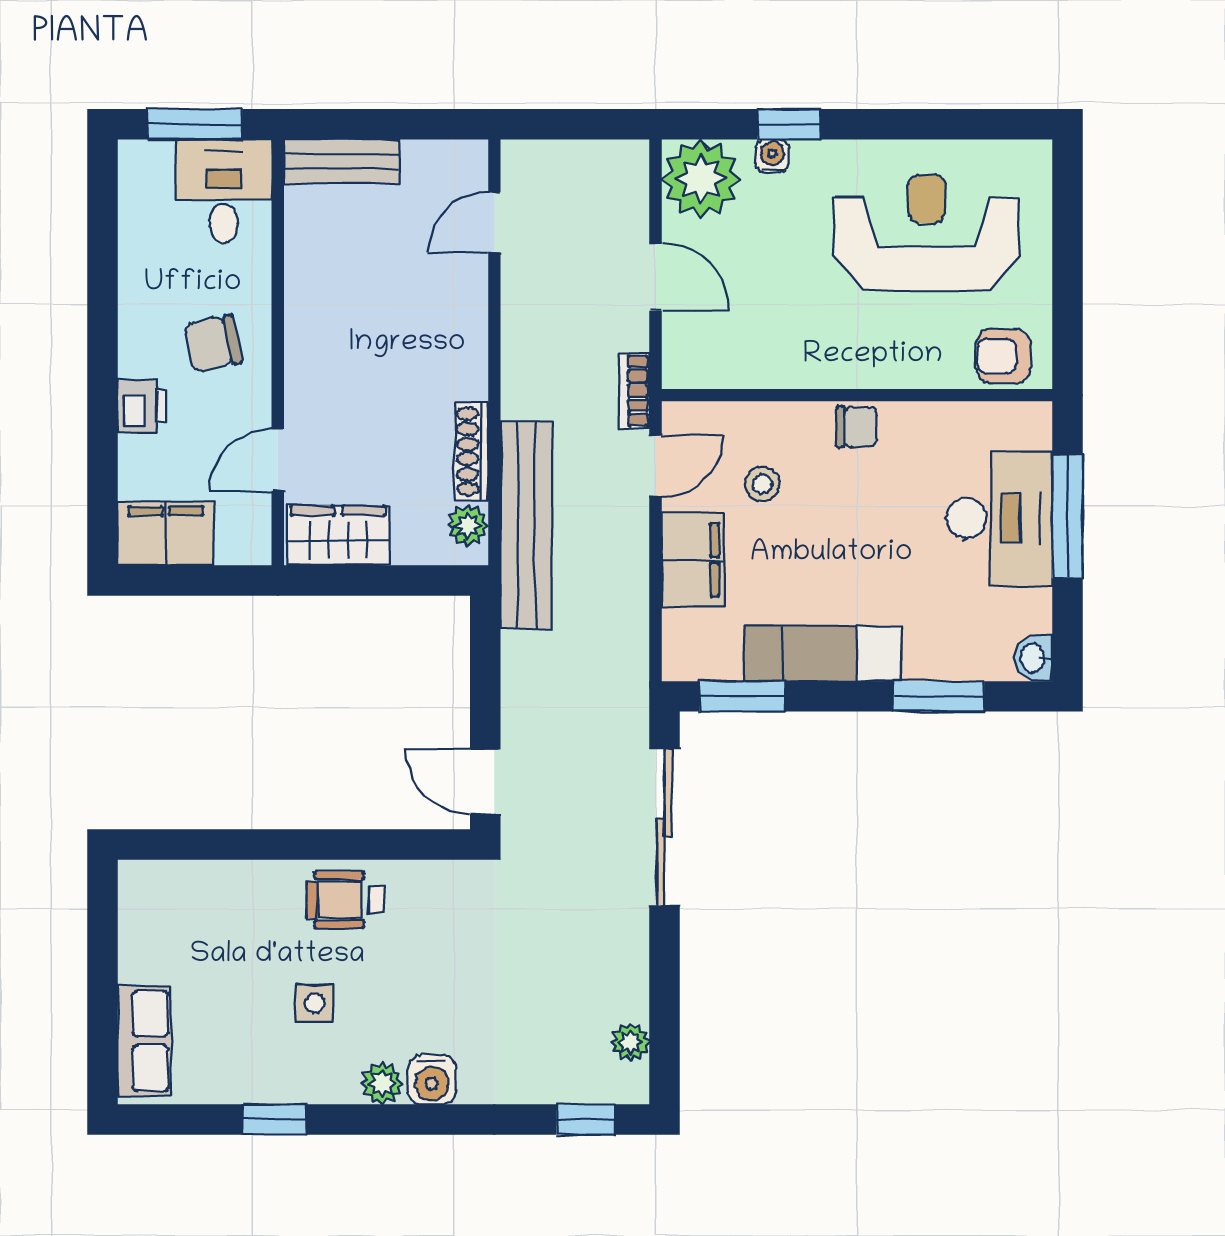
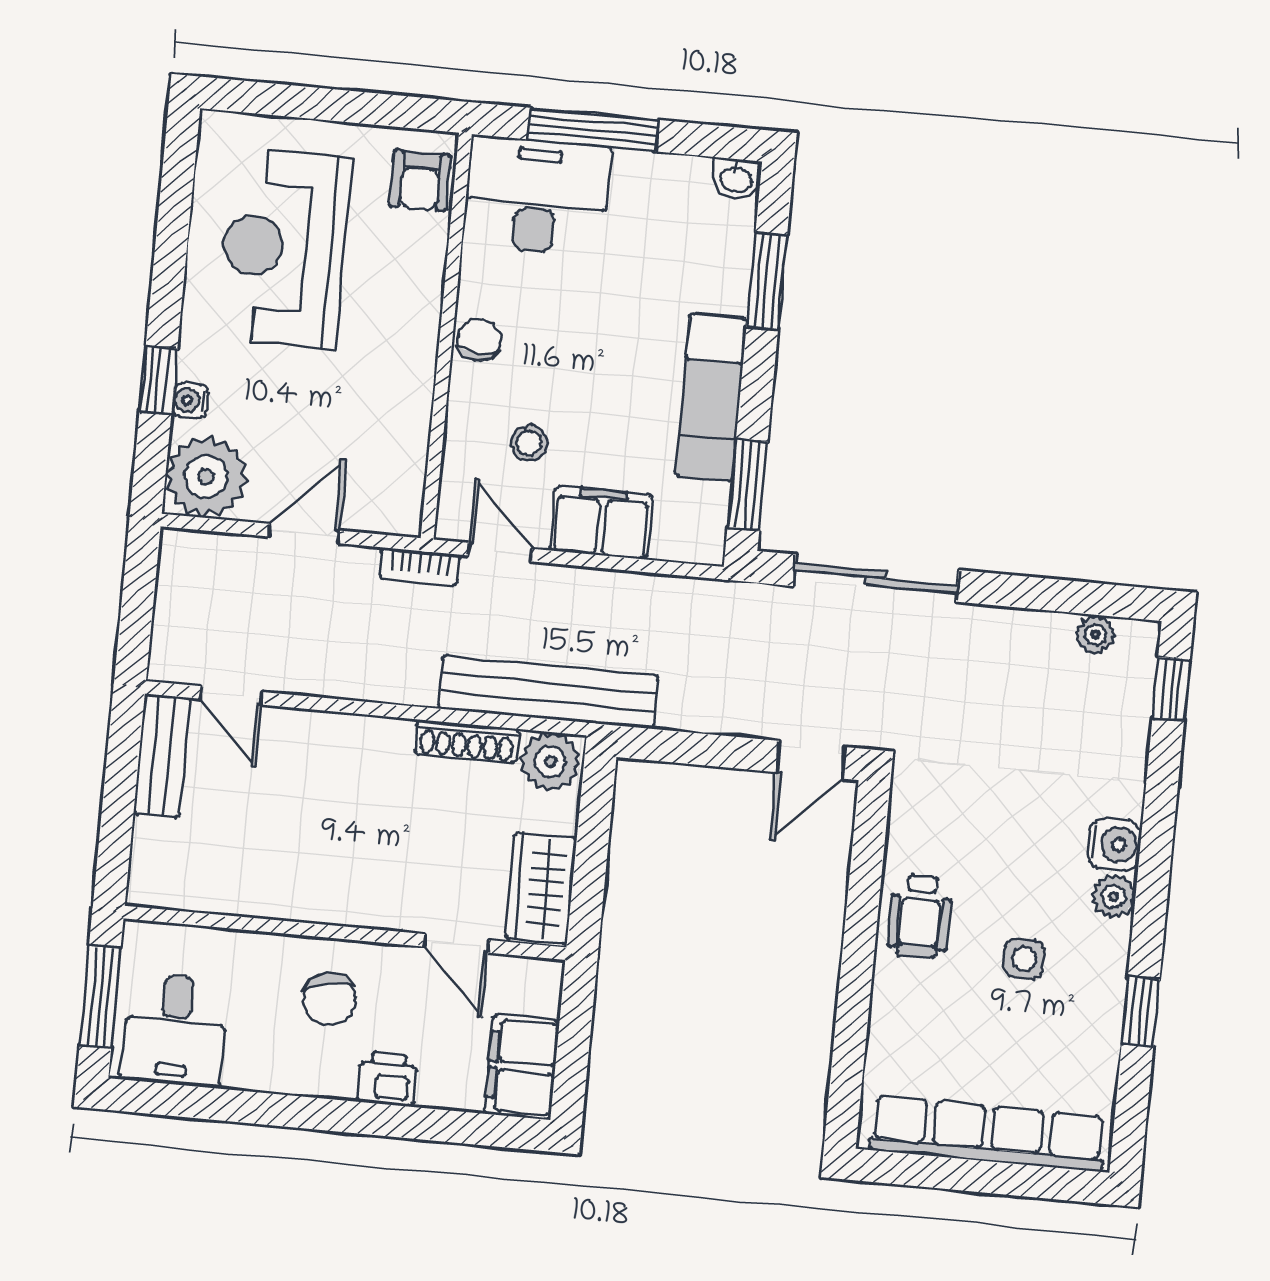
bench: (342, 161) -> (162, 756), moved
desk: (224, 191) -> (175, 1030), moved, turned -90
desk: (999, 518) -> (537, 196), moved
plant: (468, 525) -> (550, 762), width x1.38, depth x1.38
row of seats: (144, 1041) -> (988, 1133), width x2.02

